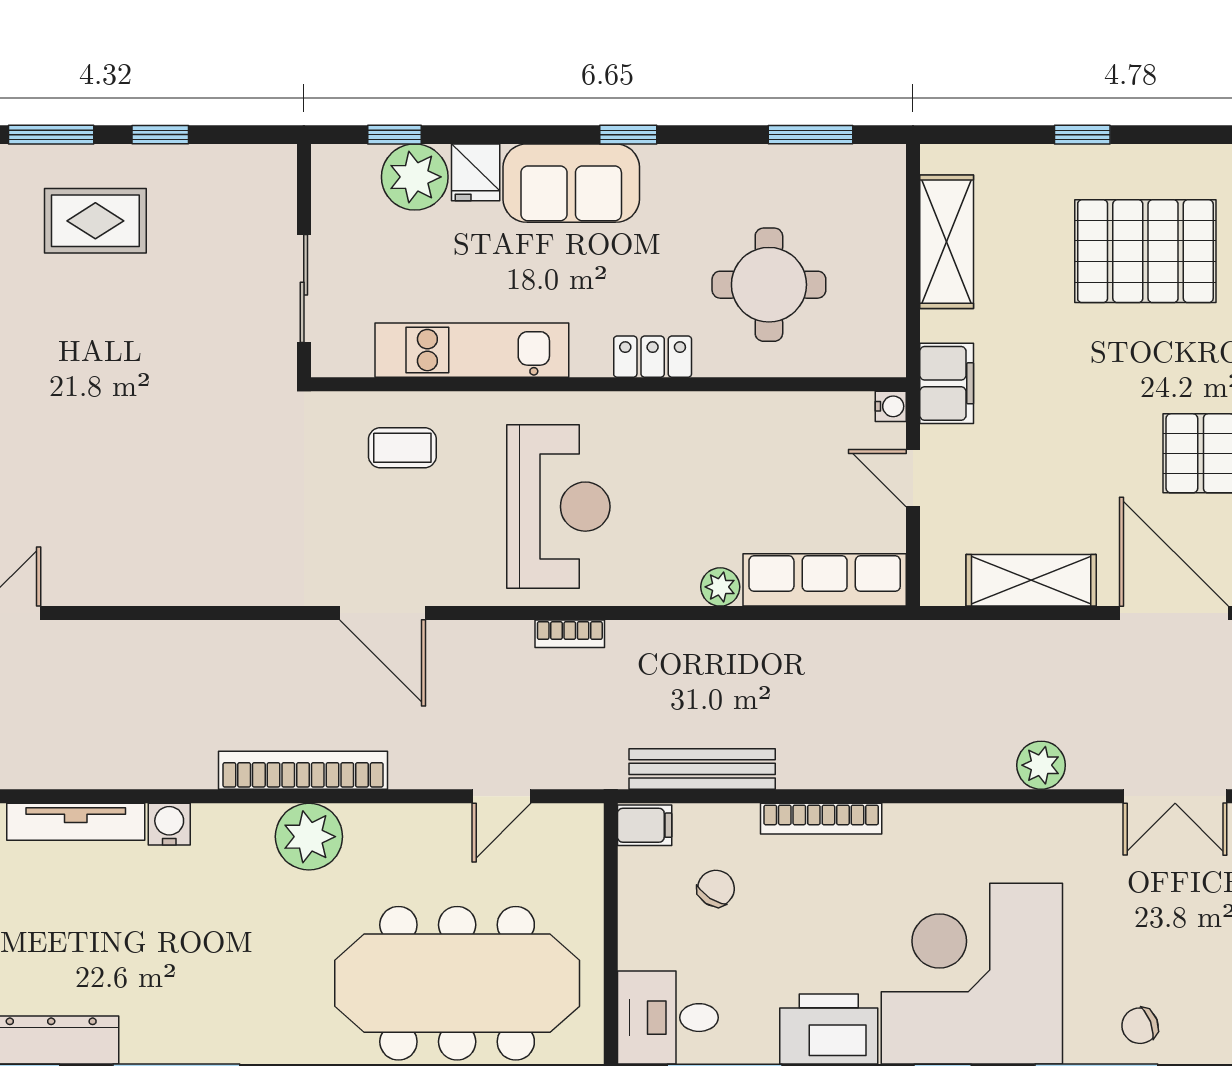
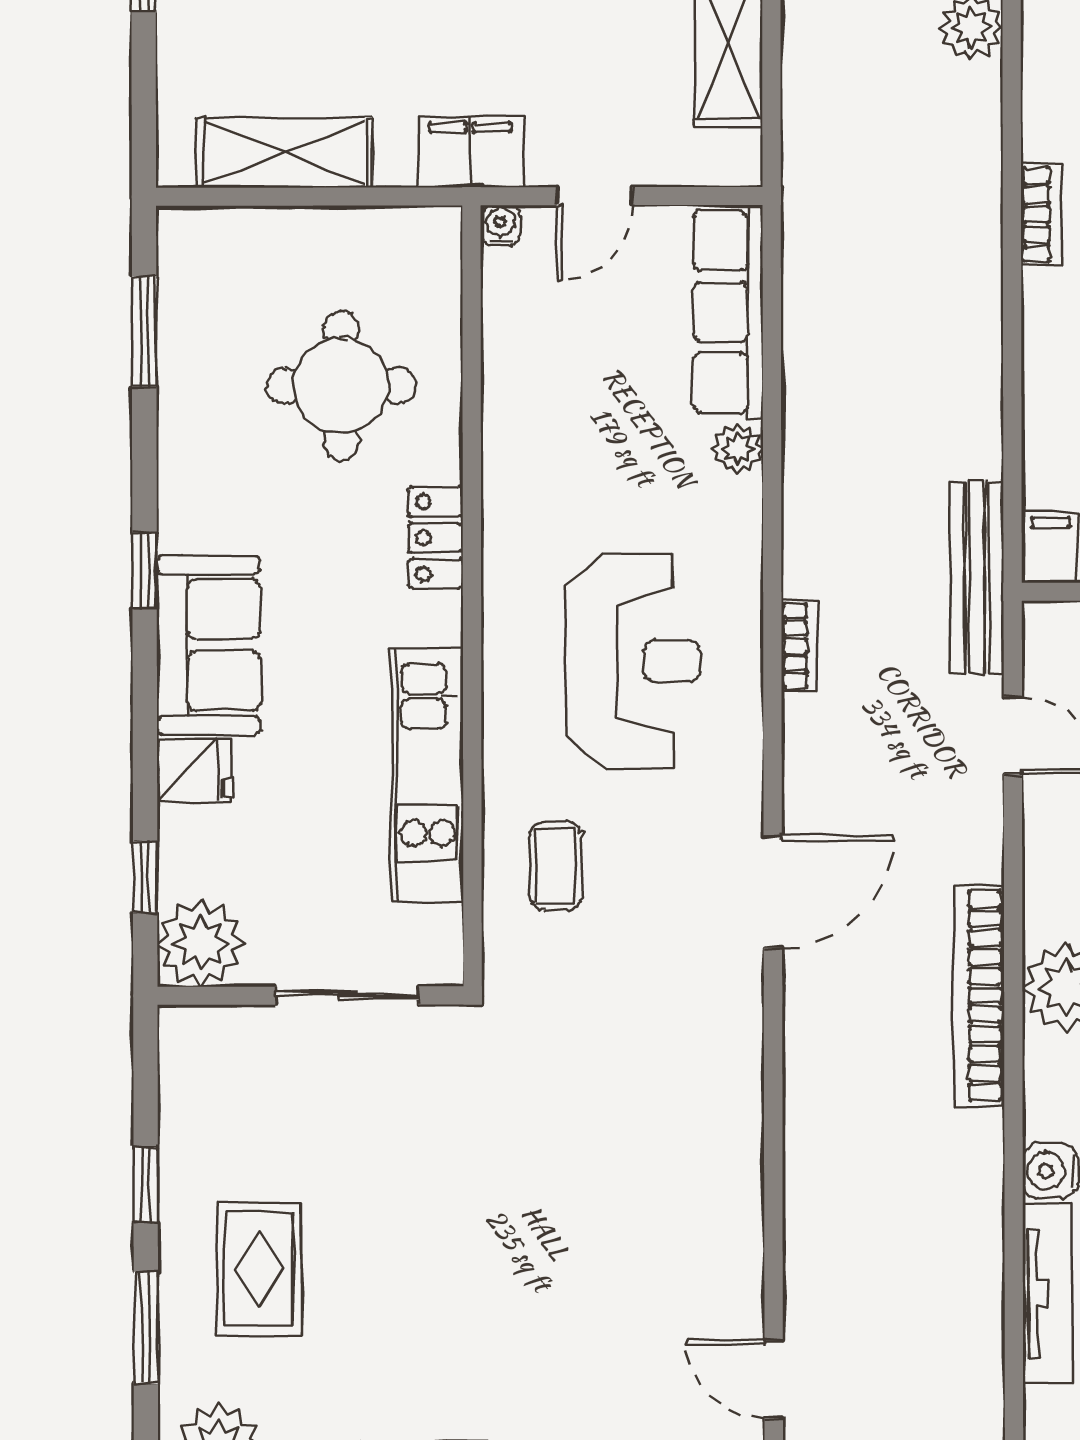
plant: (415, 177) -> (201, 943), moved
reception desk: (558, 507) -> (633, 661), turned 90
bench: (702, 769) -> (977, 577), moved
bookcase: (821, 819) -> (1041, 214), moved, width x0.64

